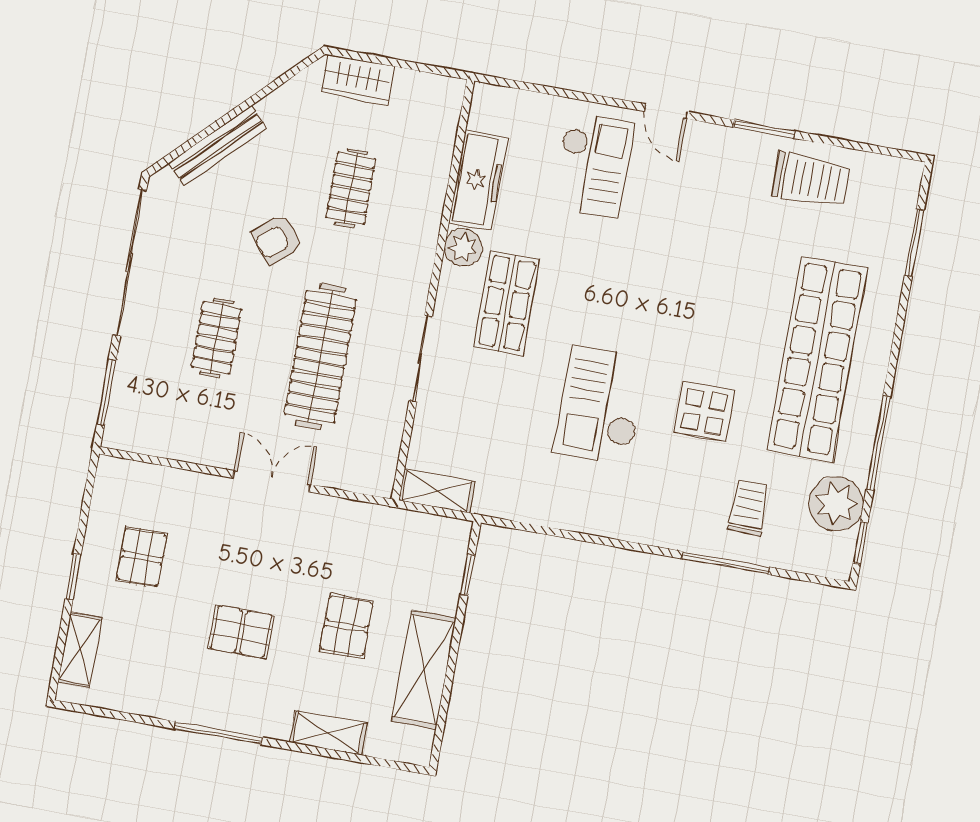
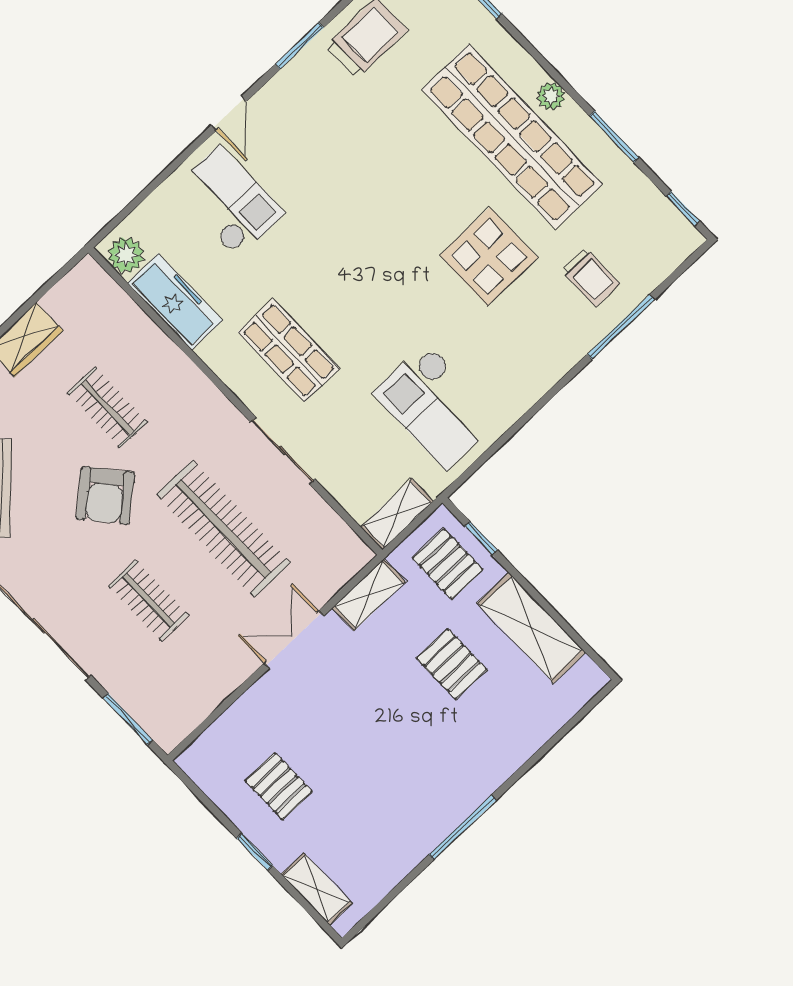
door: (666, 111) -> (229, 113), hinge flipped
armchair: (277, 239) -> (105, 496), width x1.38, depth x1.38
plant: (463, 248) -> (126, 255), moved
checkout: (601, 405) -> (436, 406), moved
display table: (704, 412) -> (489, 256), width x1.36, depth x1.36
window: (878, 443) -> (614, 137), width x0.69
plant: (836, 504) -> (551, 96), moved, width x0.53, depth x0.53
trolley: (749, 508) -> (590, 277), turned 180
pallet: (241, 632) -> (448, 564), moved, turned 90
shelving: (328, 733) -> (369, 595), moved

